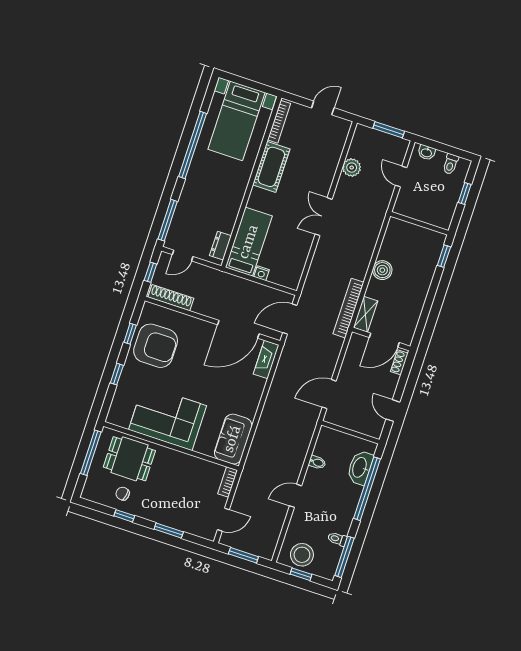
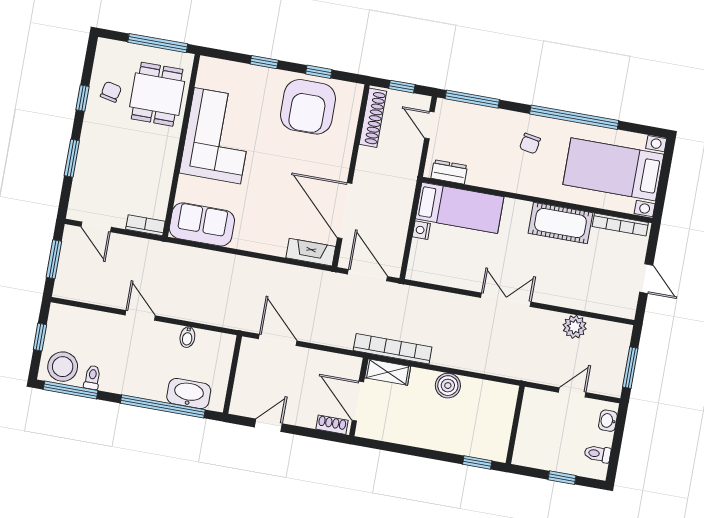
chair: (208, 181) -> (530, 143), added
stool: (302, 555) -> (63, 367), moved

